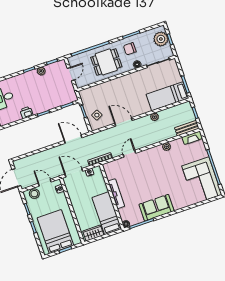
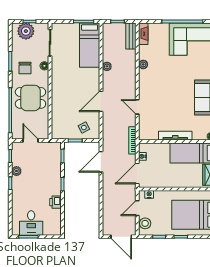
dining table: (106, 62) -> (30, 98), turned 90

